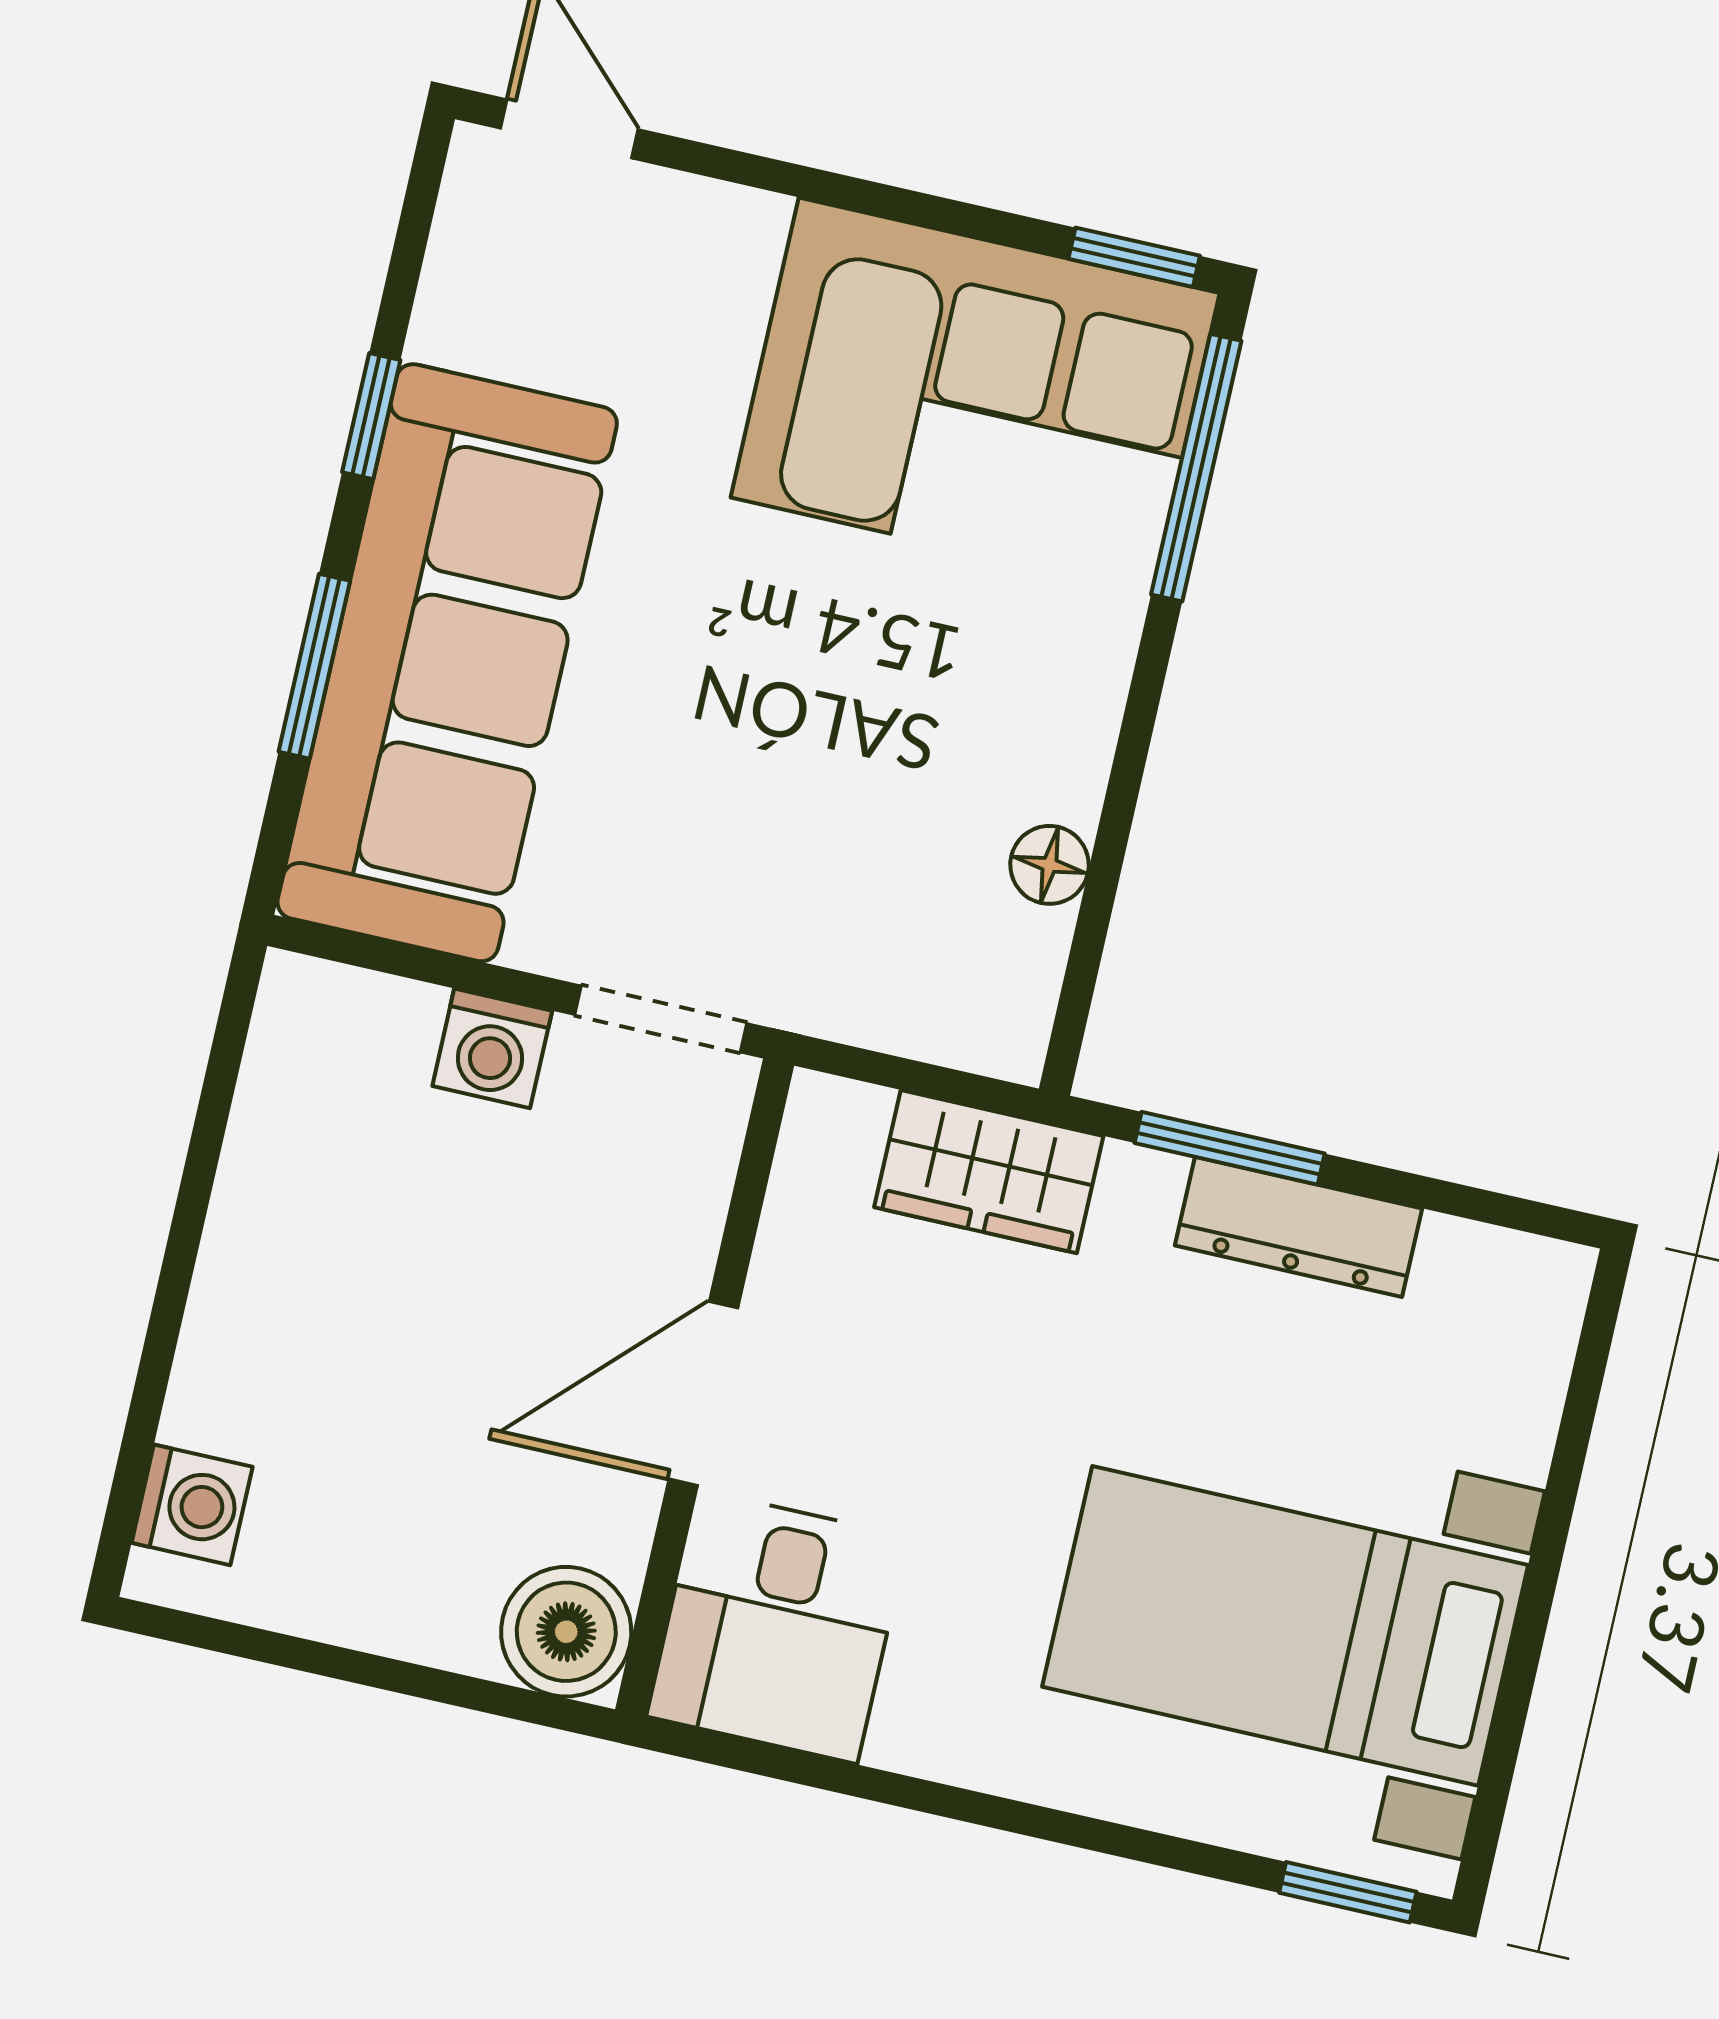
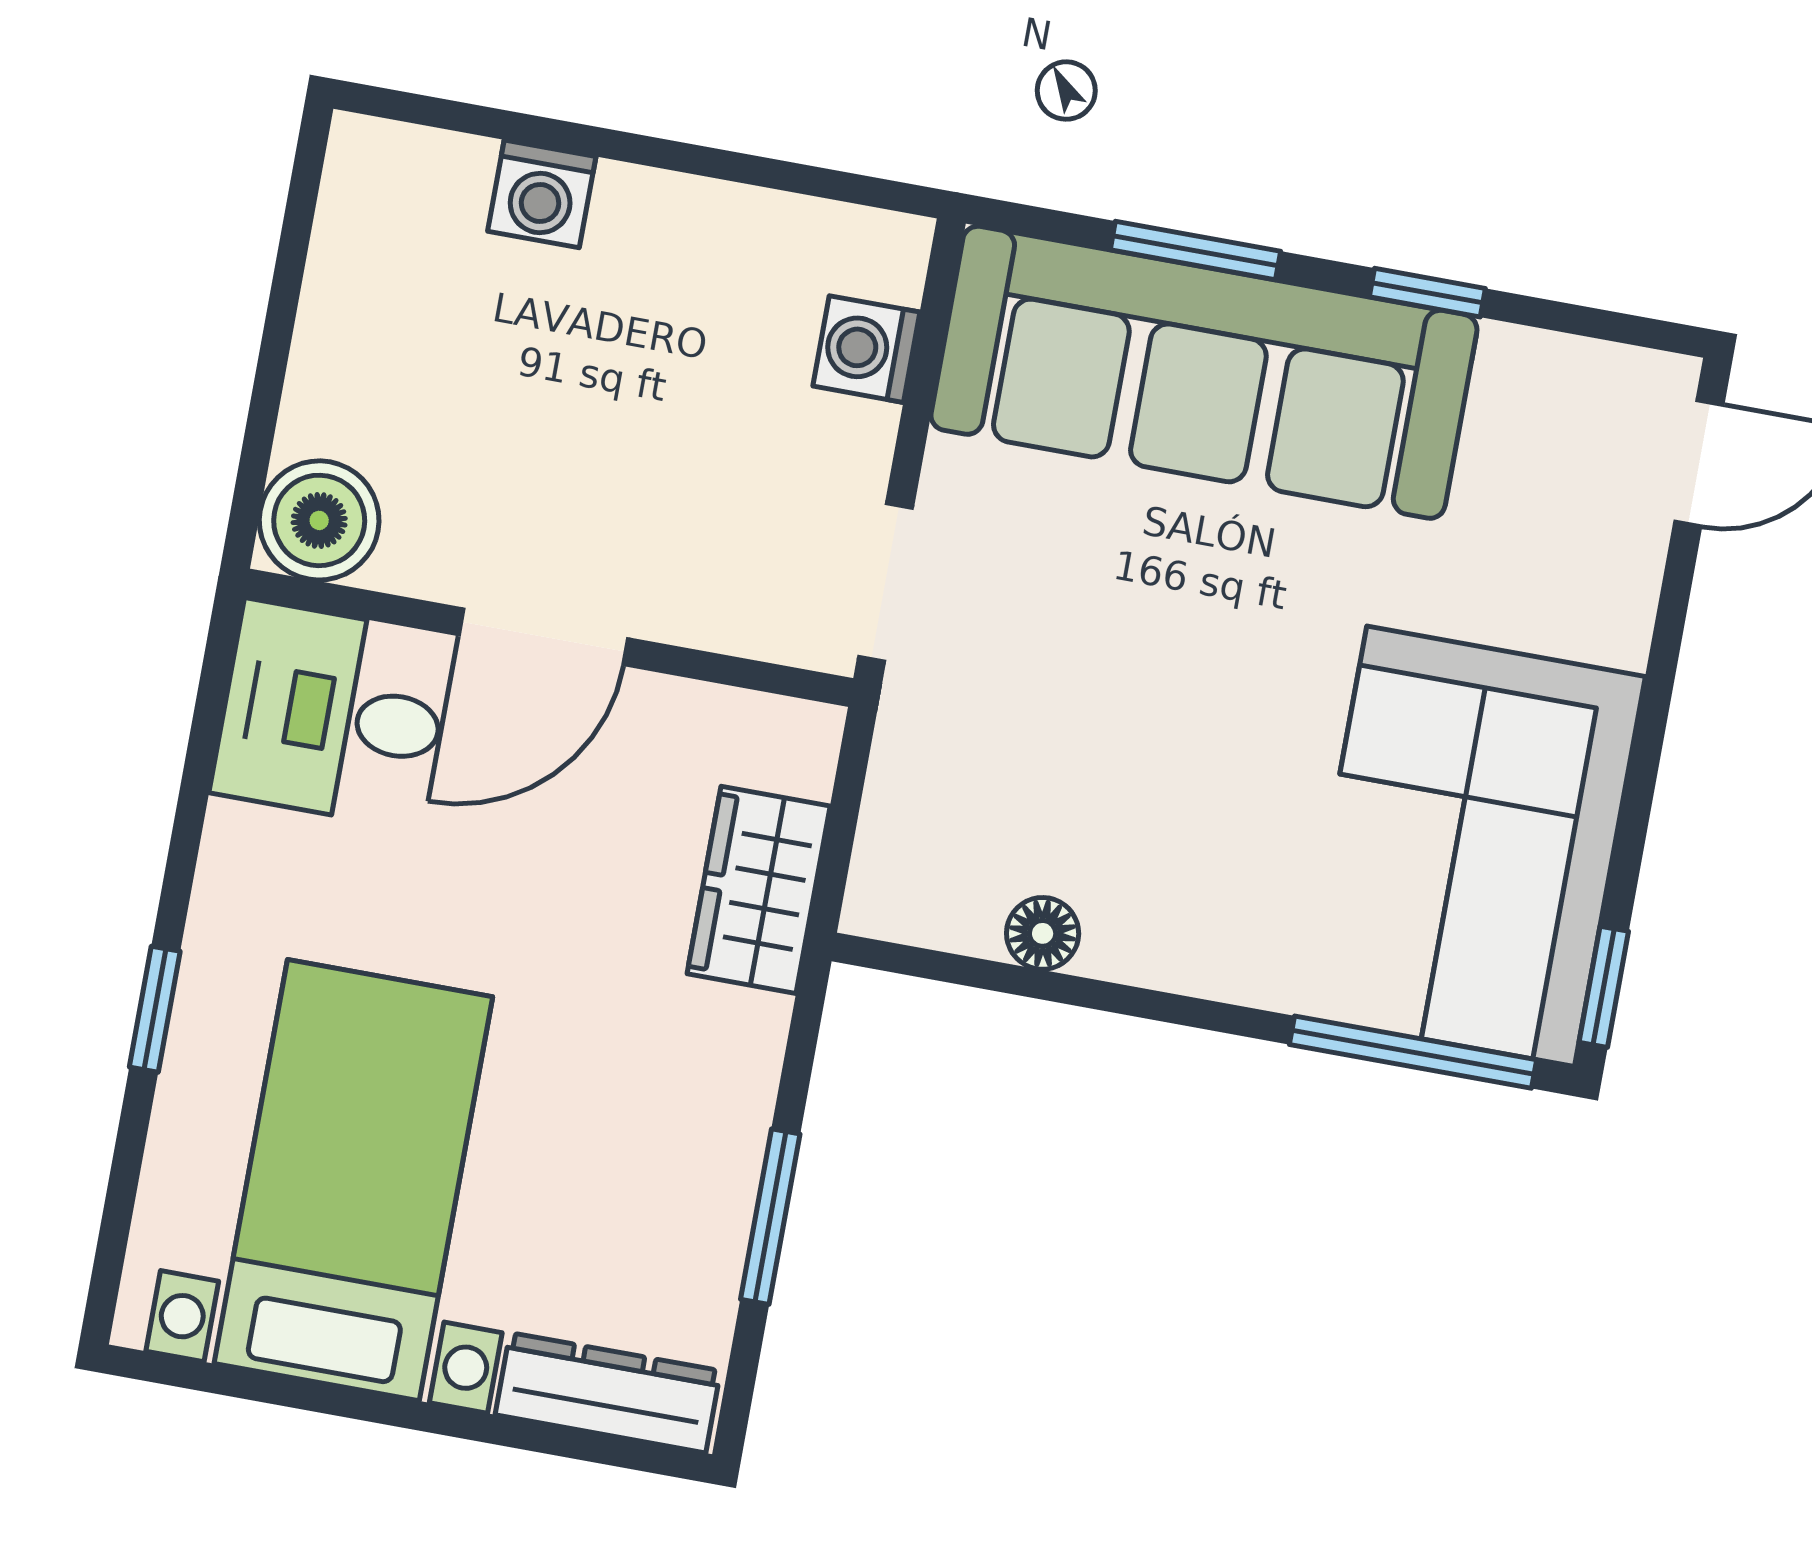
washing machine: (492, 1048) -> (866, 349), moved
window: (1230, 1148) -> (770, 1217), moved
dresser: (1298, 1227) -> (608, 1393), moved, turned 90
door: (703, 1394) -> (543, 637), swing flipped
washing machine: (192, 1505) -> (542, 194), moved
window: (1348, 1892) -> (155, 1009), moved

